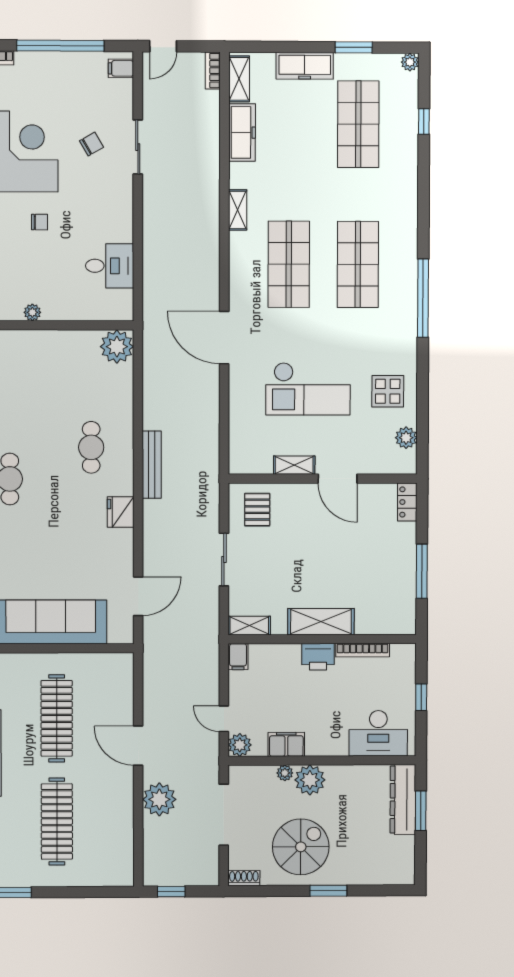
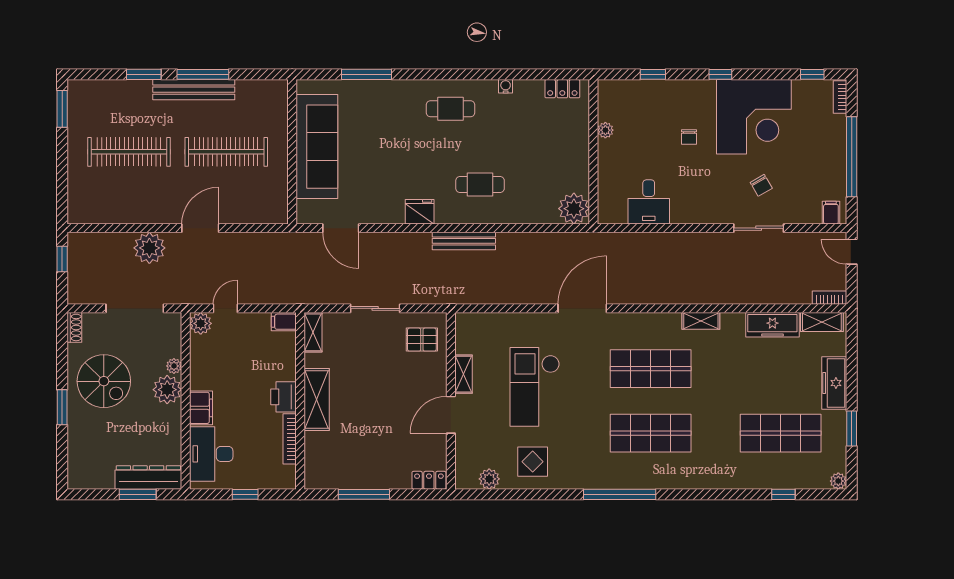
filing cabinet: (286, 744) -> (201, 408), moved

